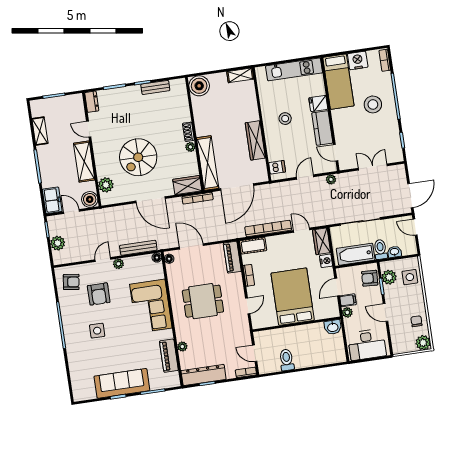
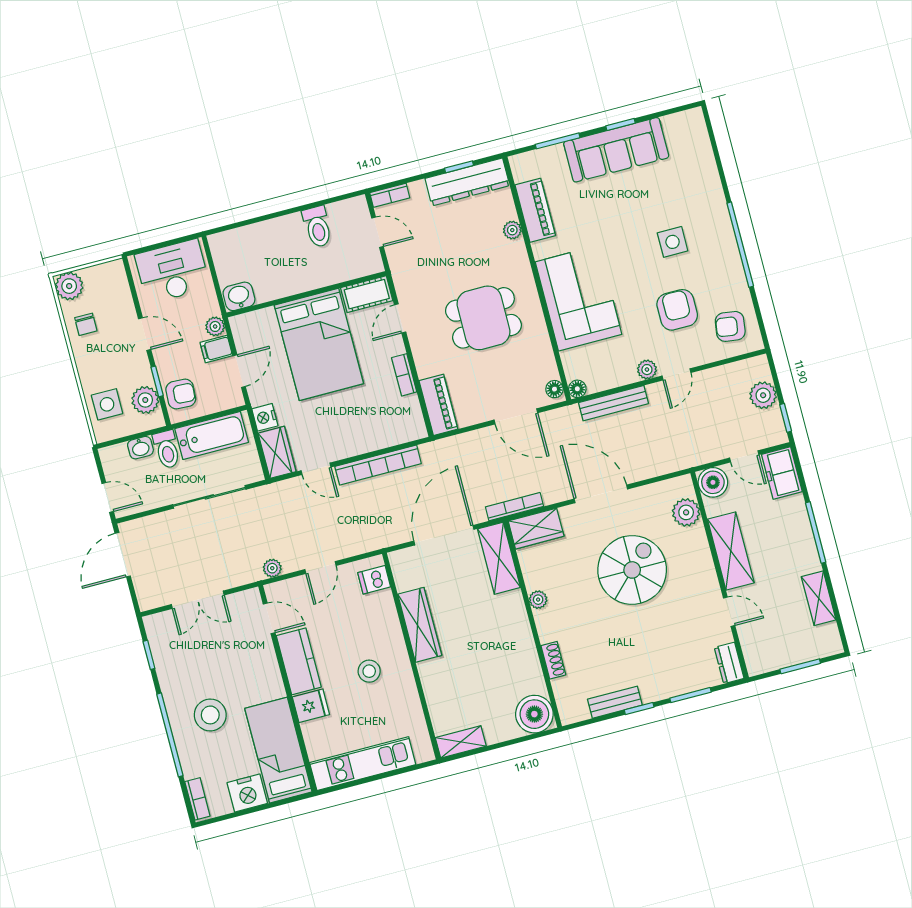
shoe rack: (188, 132) -> (553, 660), moved
shelving: (208, 163) -> (499, 558), width x0.68
cot: (253, 246) -> (367, 294), moved

